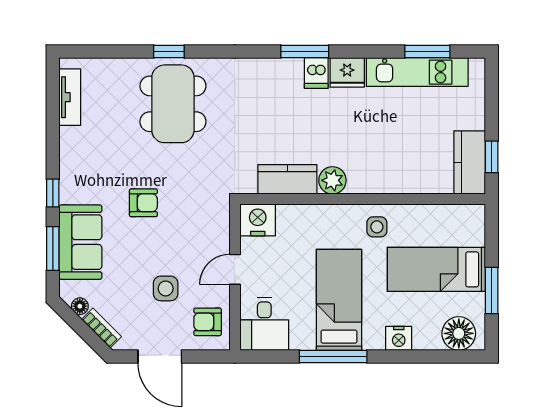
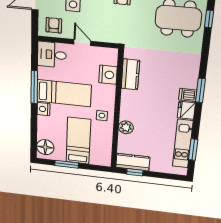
plant: (332, 180) -> (126, 127), moved
nightstand: (258, 220) -> (108, 75), moved
nightstand: (399, 338) -> (43, 109), moved

